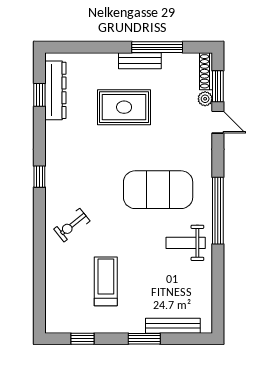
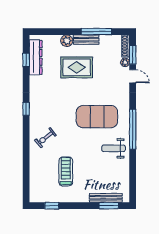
plant: (107, 63) -> (67, 41), added
window: (144, 339) -> (109, 206), moved

